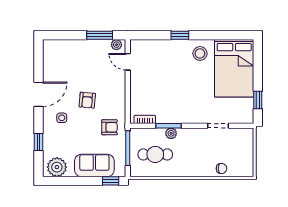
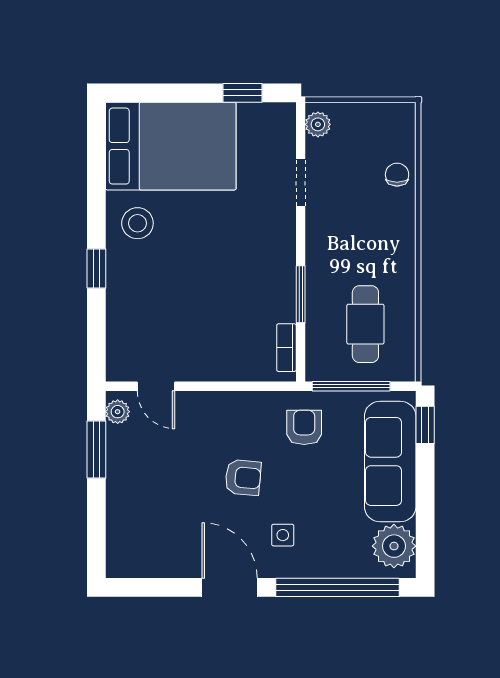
door: (128, 62) -> (156, 386), hinge flipped
plant: (171, 133) -> (318, 124), moved
window: (39, 142) -> (338, 587), width x3.17
sofa: (94, 165) -> (390, 461), width x1.36

